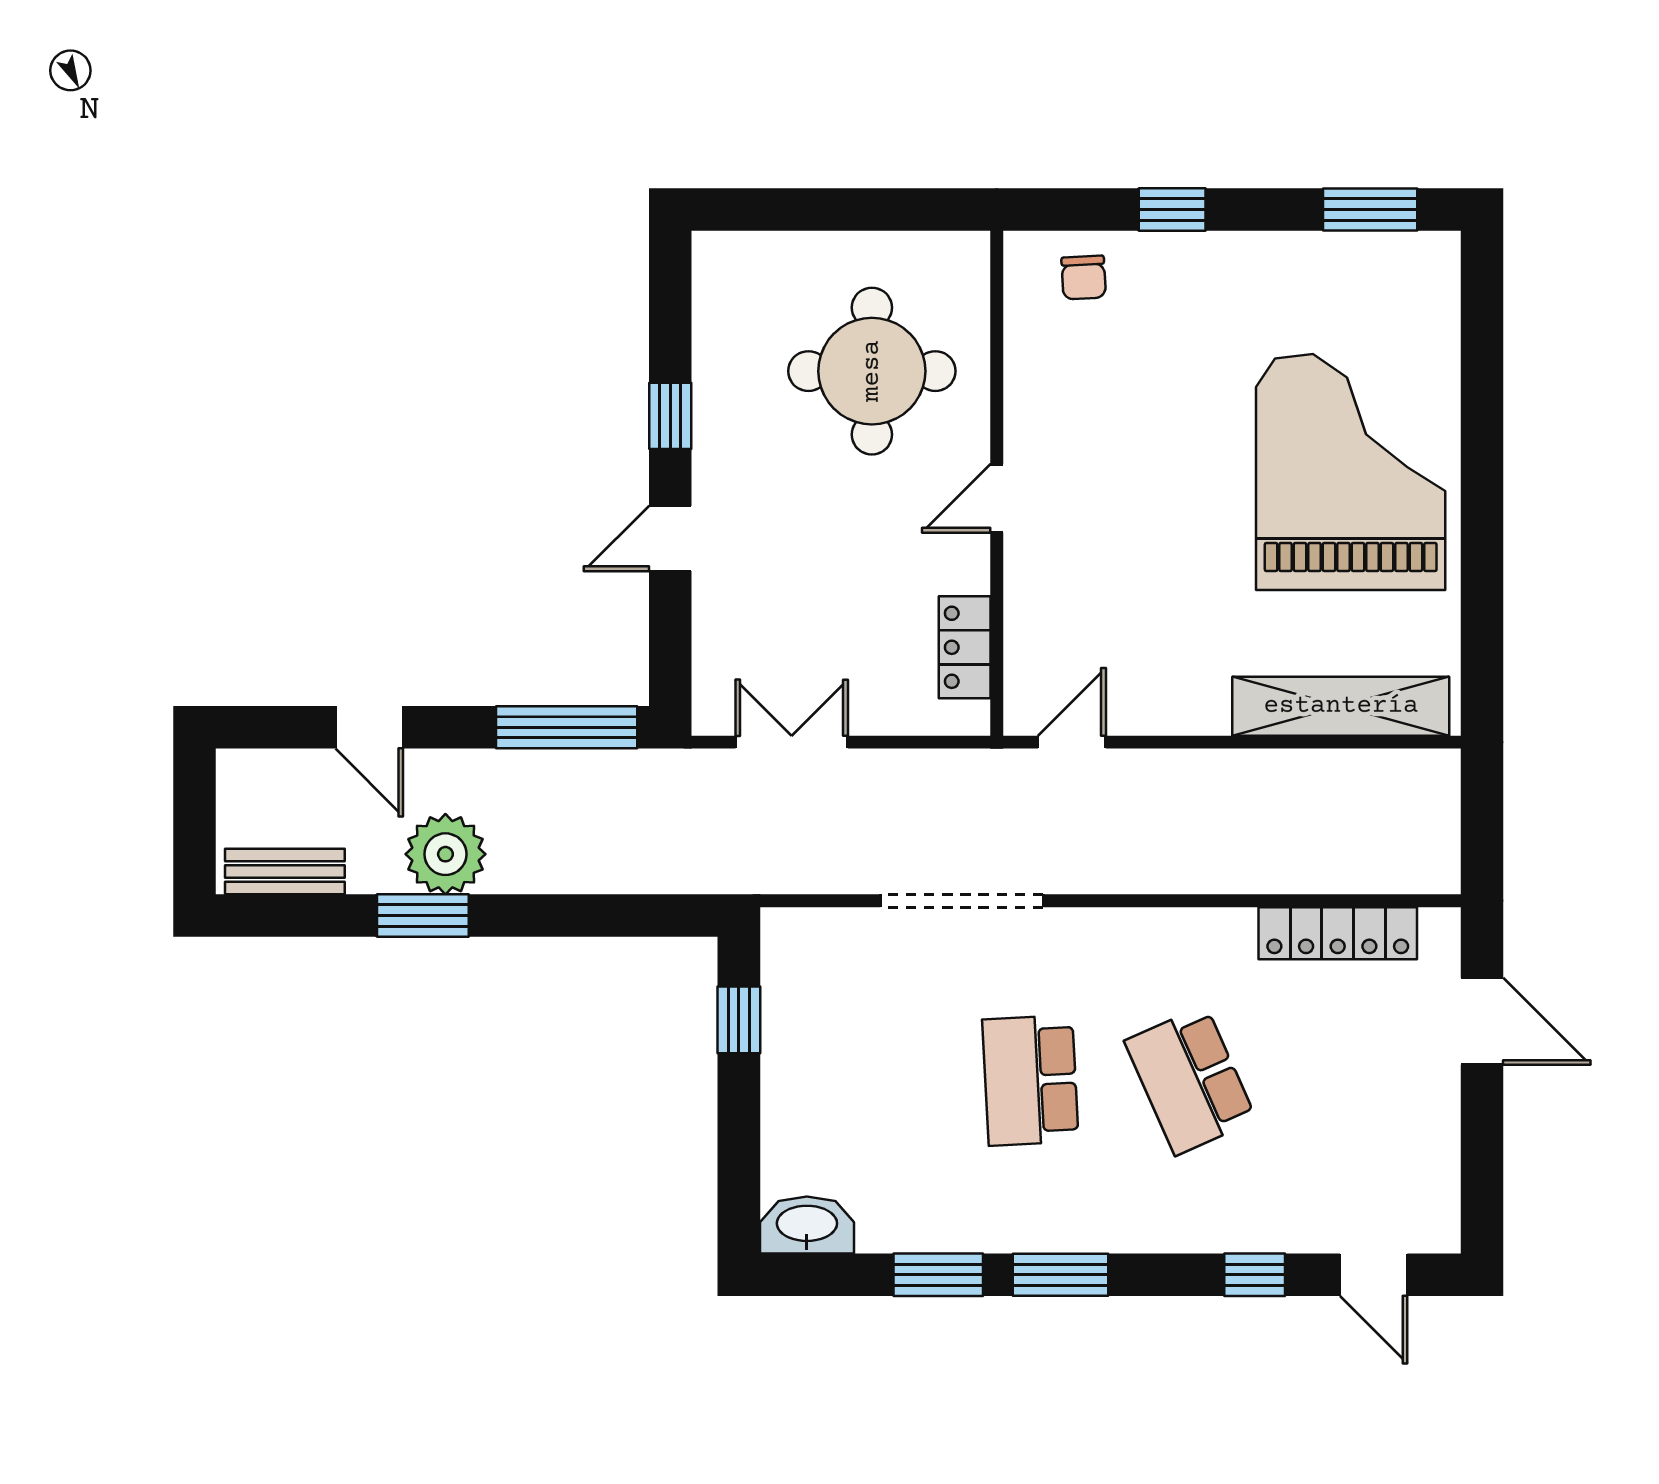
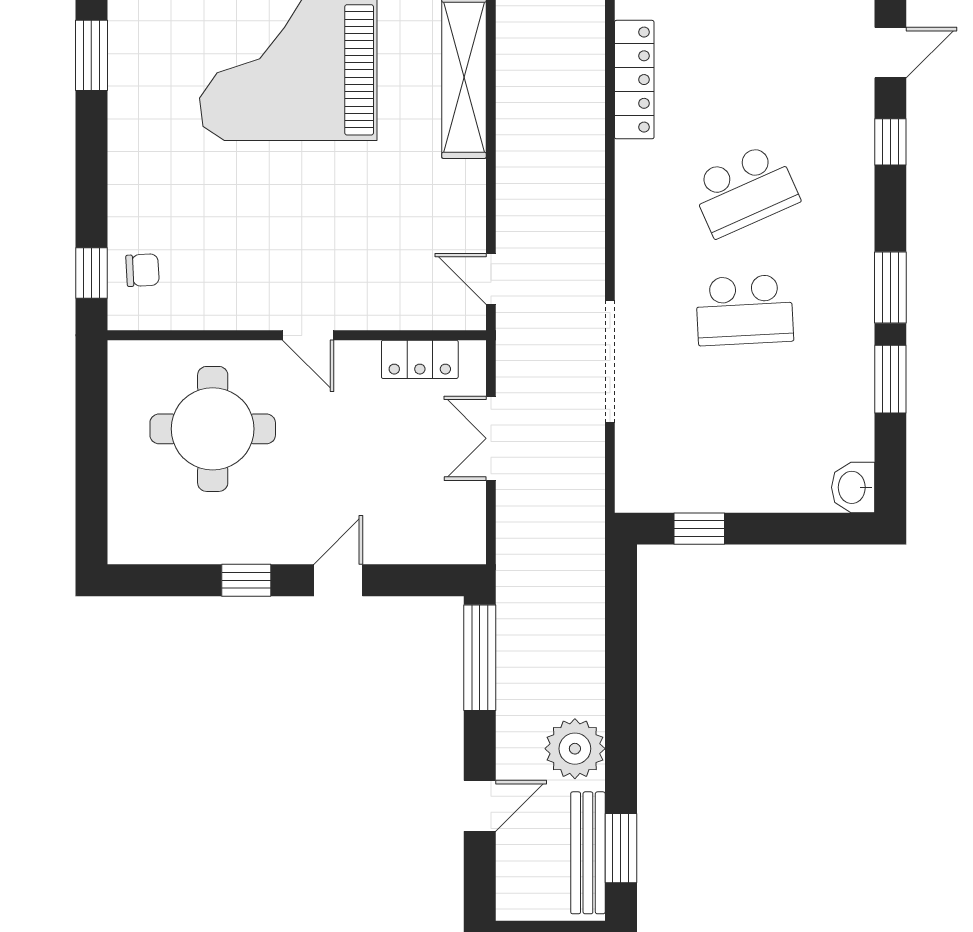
window: (1172, 209) -> (91, 273), moved
door: (670, 539) -> (338, 580), swing flipped
double door: (792, 742) -> (491, 438), moved
bench: (285, 872) -> (588, 853), width x1.36
window: (423, 915) -> (621, 848), moved
washbasin: (807, 1225) -> (853, 487), width x0.72

